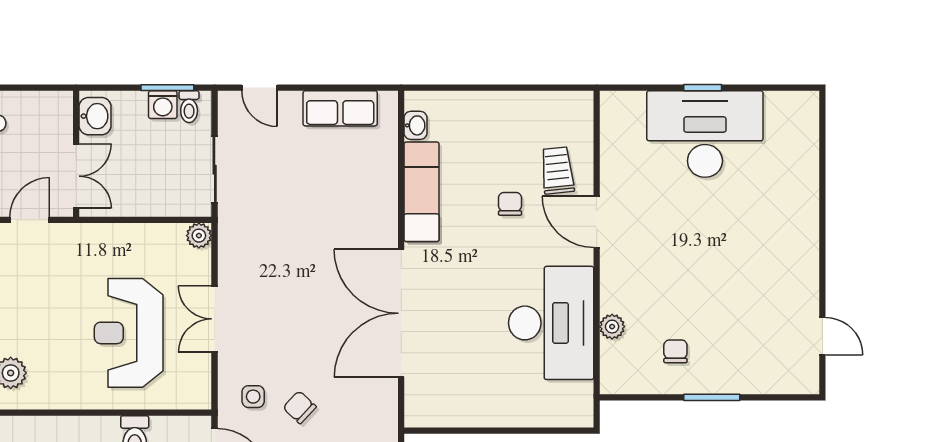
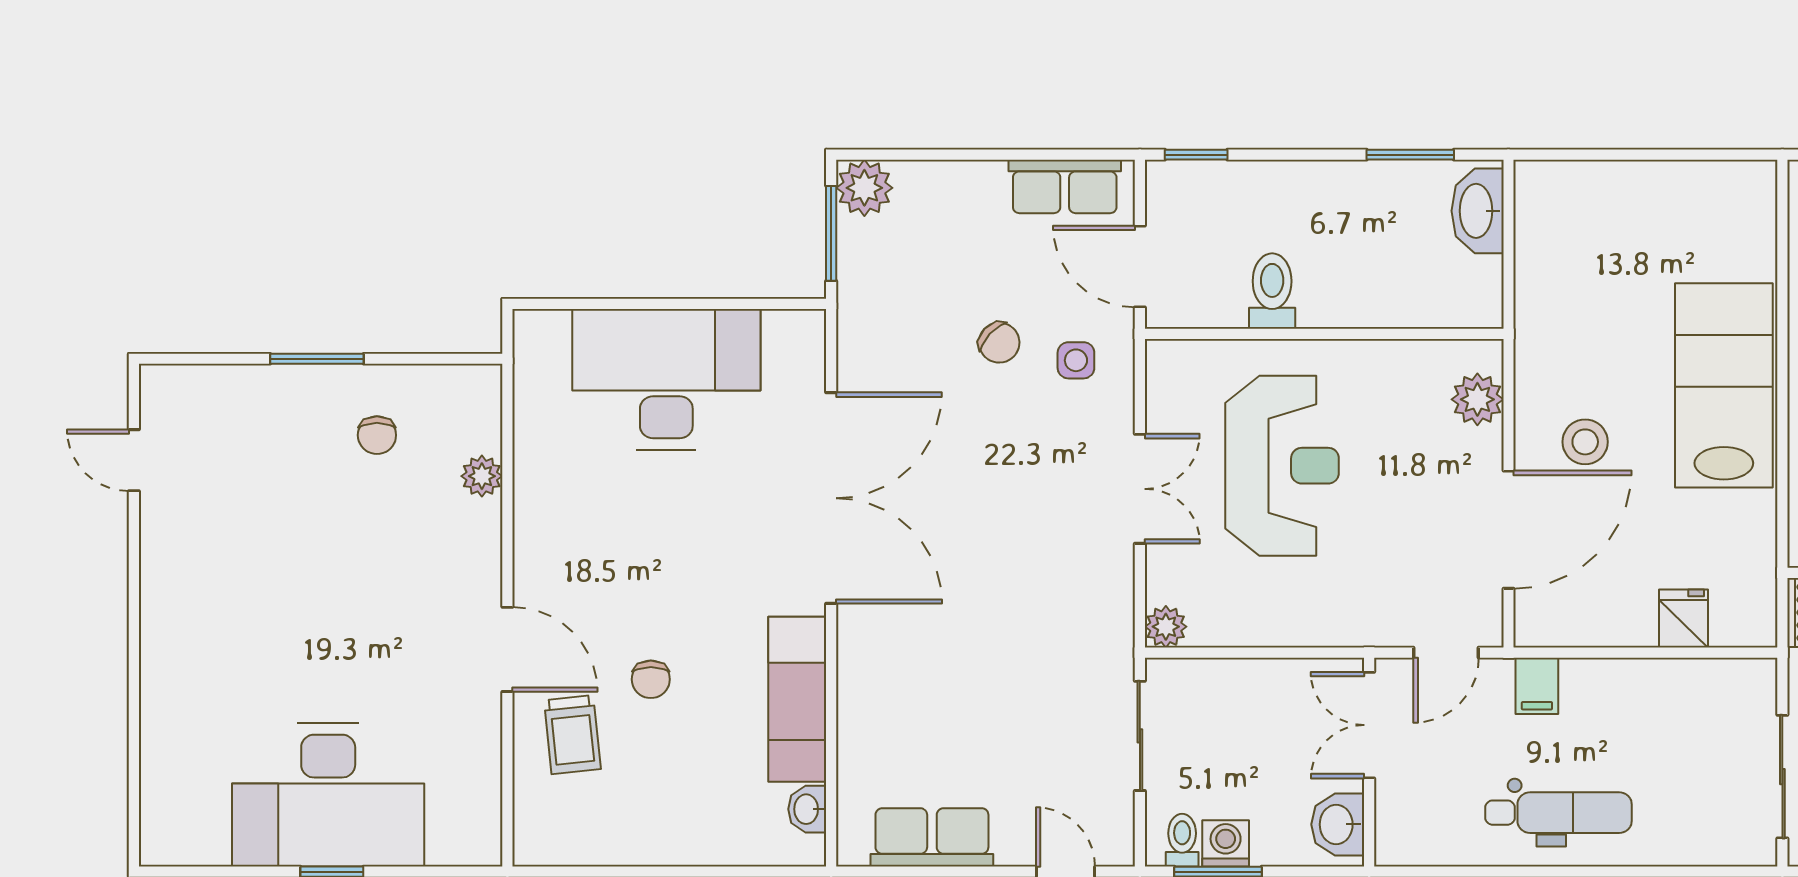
desk: (551, 323) -> (666, 379), moved, turned 90

